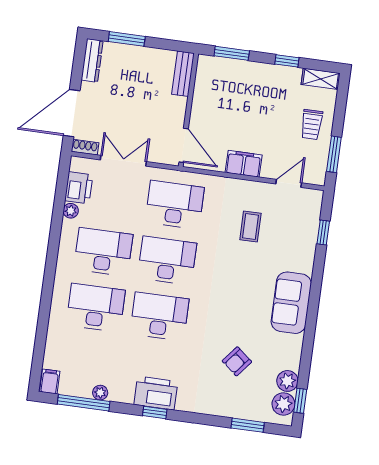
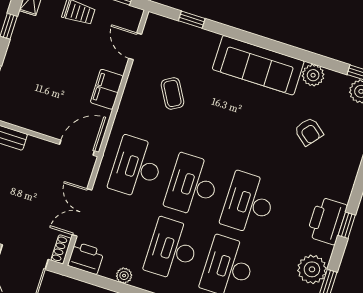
printer: (79, 188) -> (86, 258), moved
coffee table: (250, 226) -> (172, 93), turned 60
sofa: (291, 303) -> (258, 65), width x1.36
plant: (287, 381) -> (313, 75), moved
plant: (100, 393) -> (312, 269), width x1.87, depth x1.87

